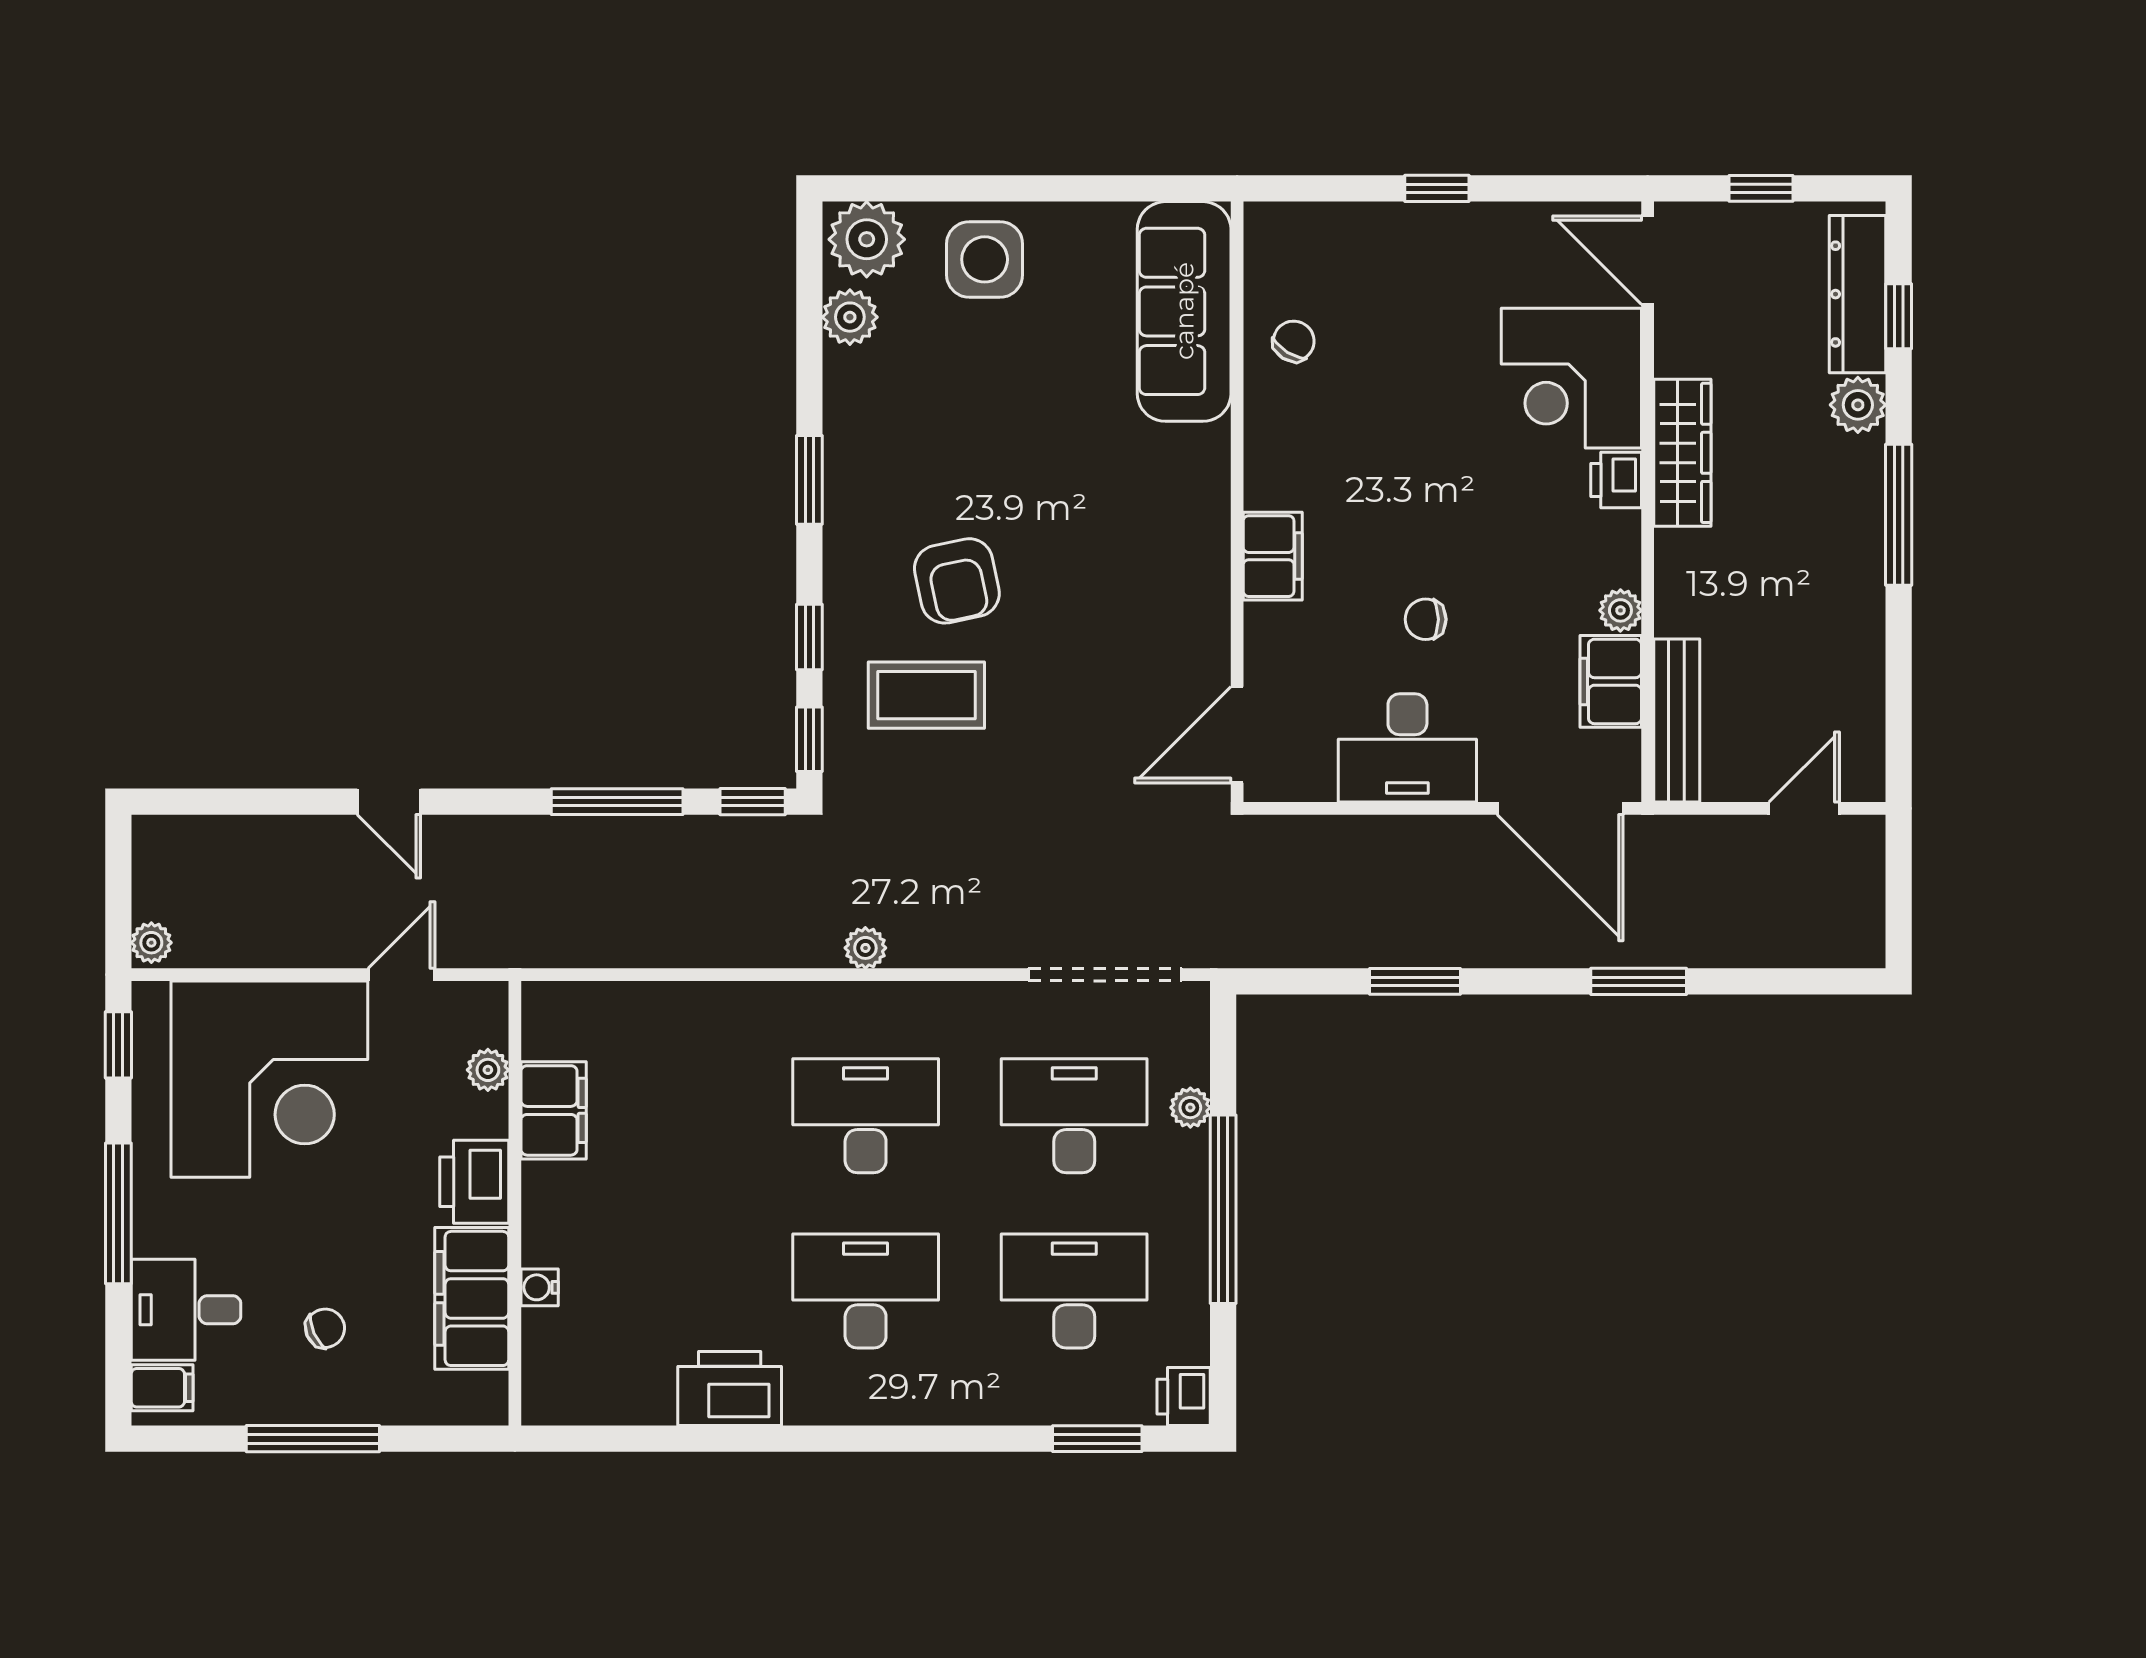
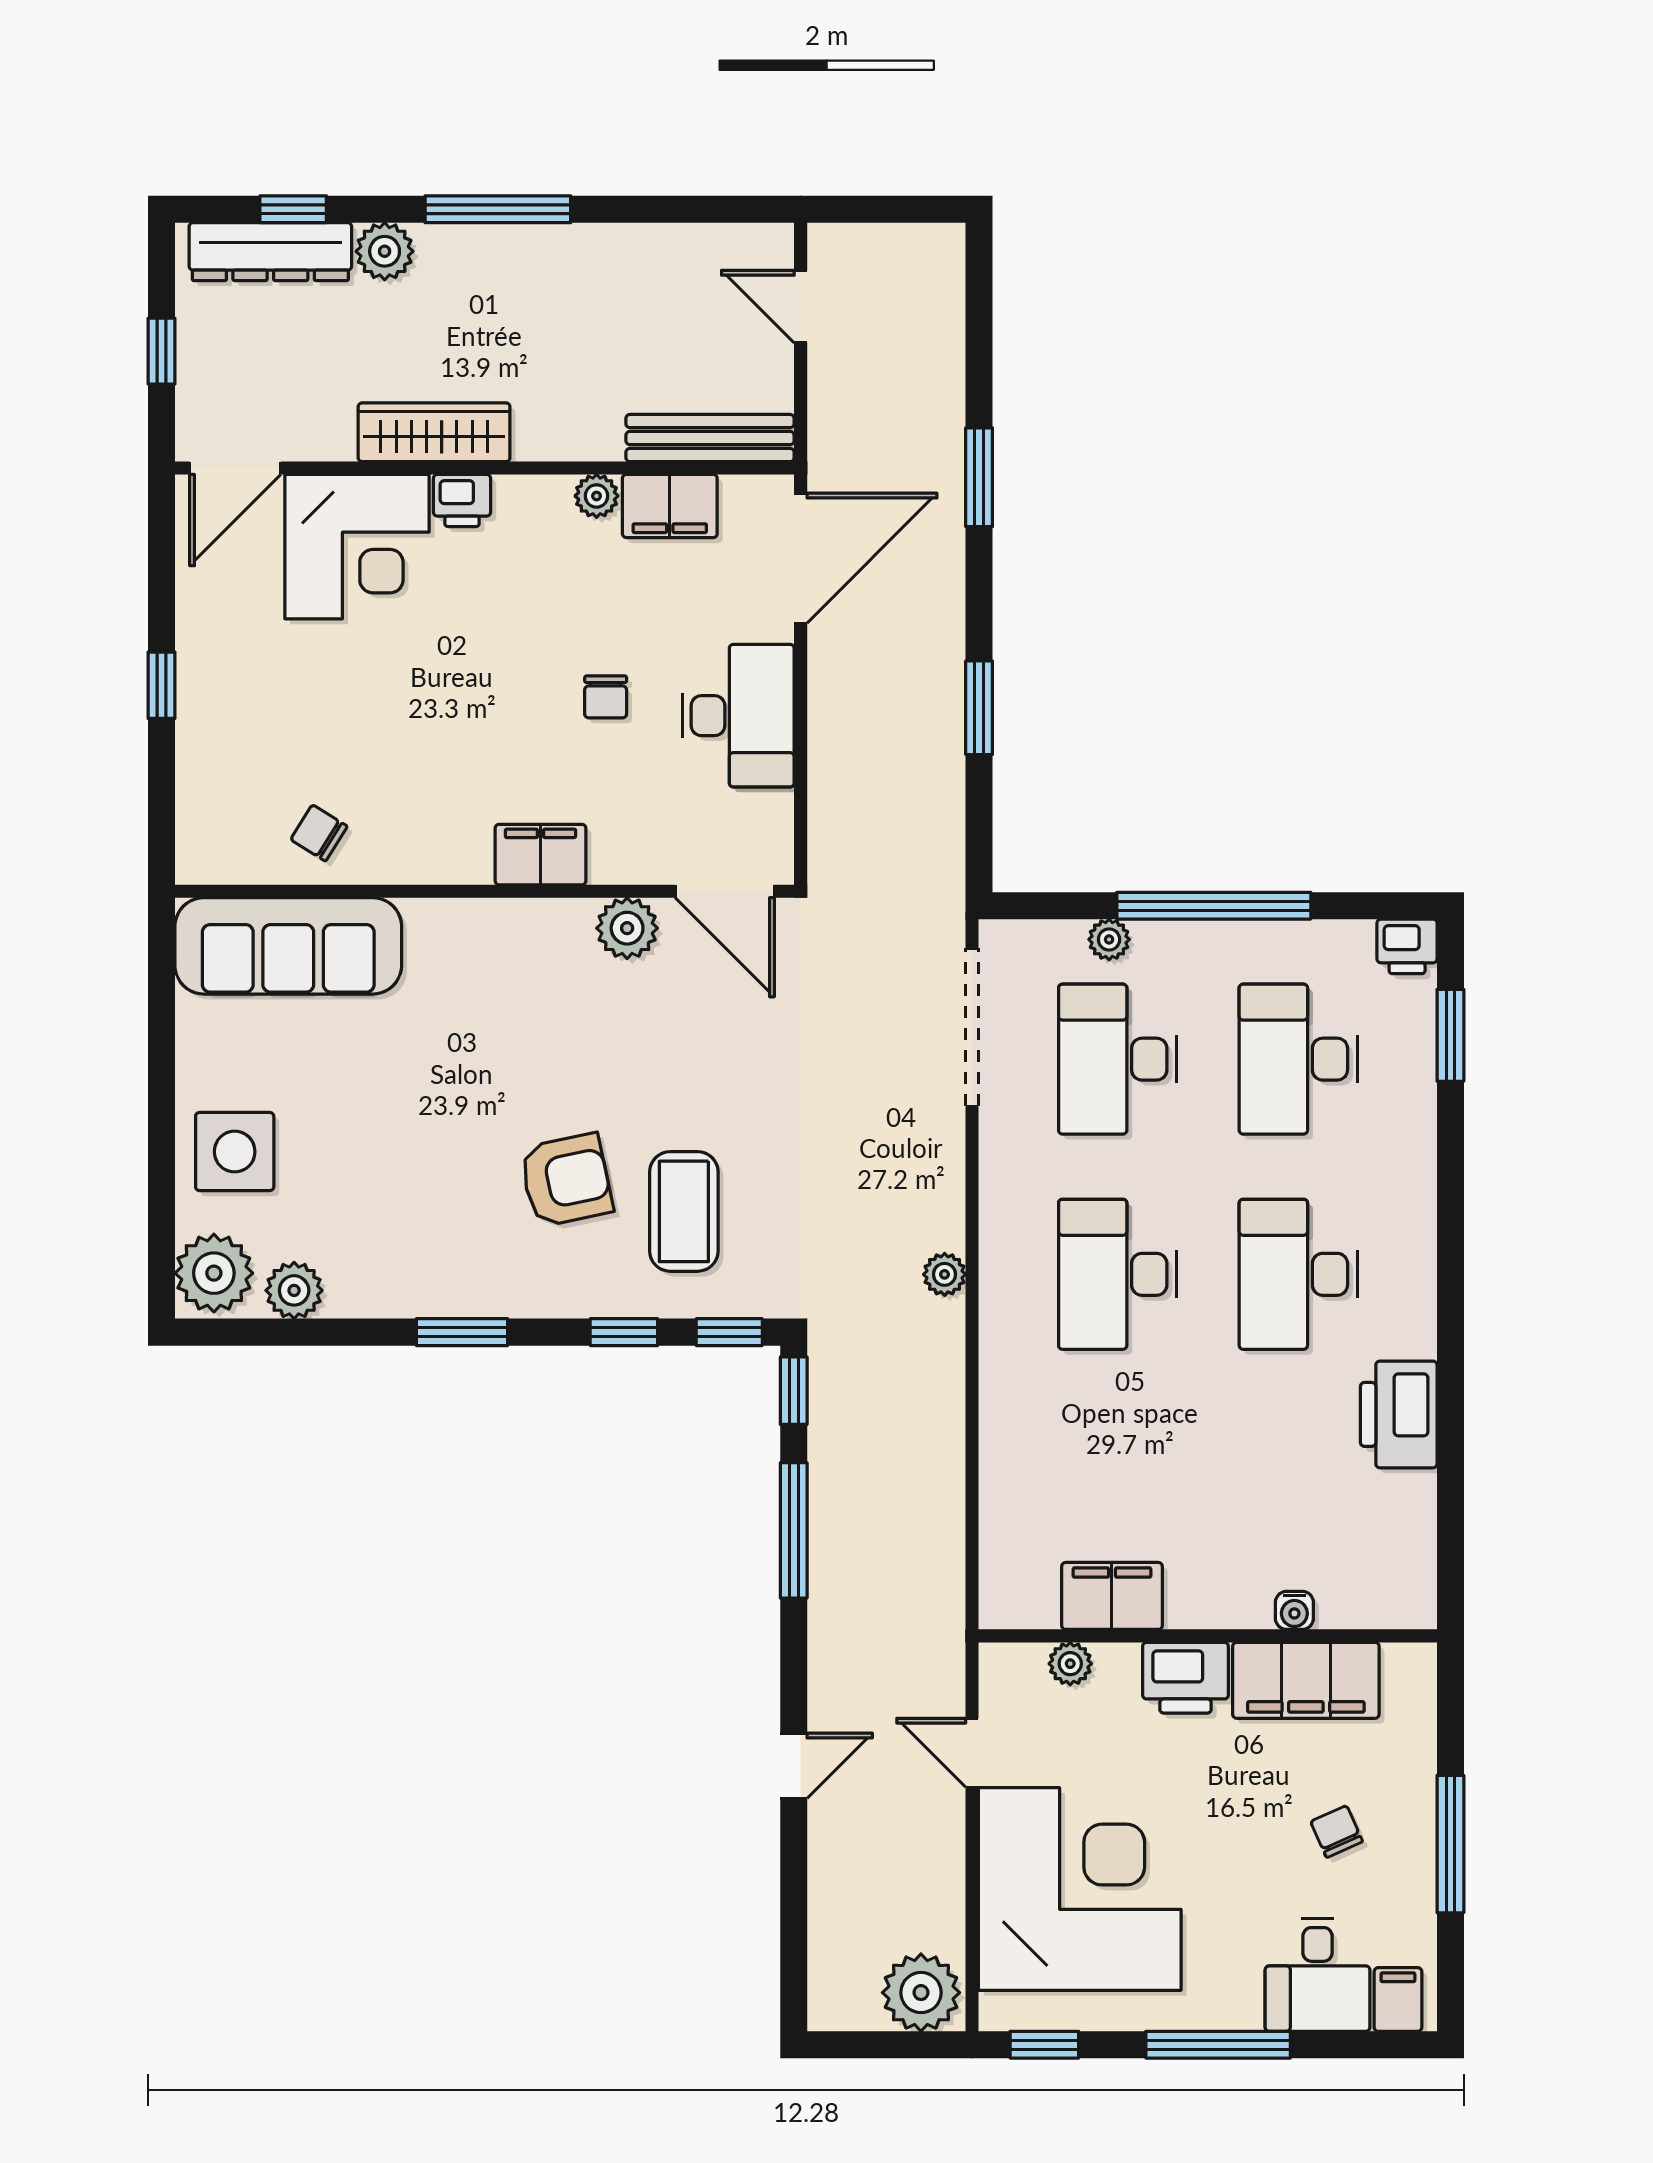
plant: (1201, 640) -> (627, 928), added
plant: (151, 943) -> (921, 1993), width x1.88, depth x1.88

